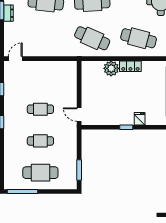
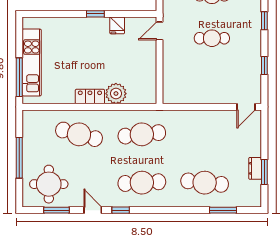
cafe table: (92, 38) -> (142, 134), turned -30
door: (79, 115) -> (160, 31), swing flipped
fridge: (140, 119) -> (117, 25), moved

